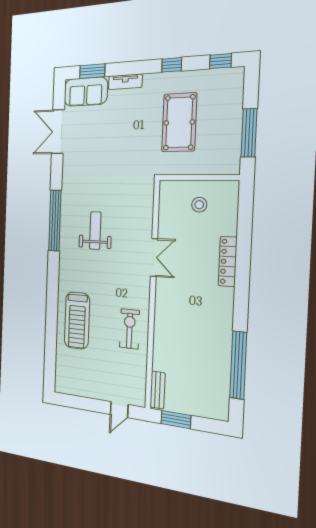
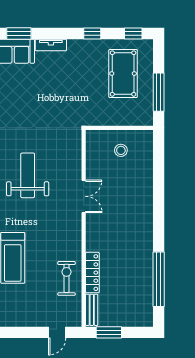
pool table: (179, 122) -> (123, 74), moved
weight bench: (95, 231) -> (28, 175), width x1.36, depth x1.33
locker: (228, 262) -> (92, 273), moved, turned 180
exercise bike: (130, 329) -> (67, 278), moved

